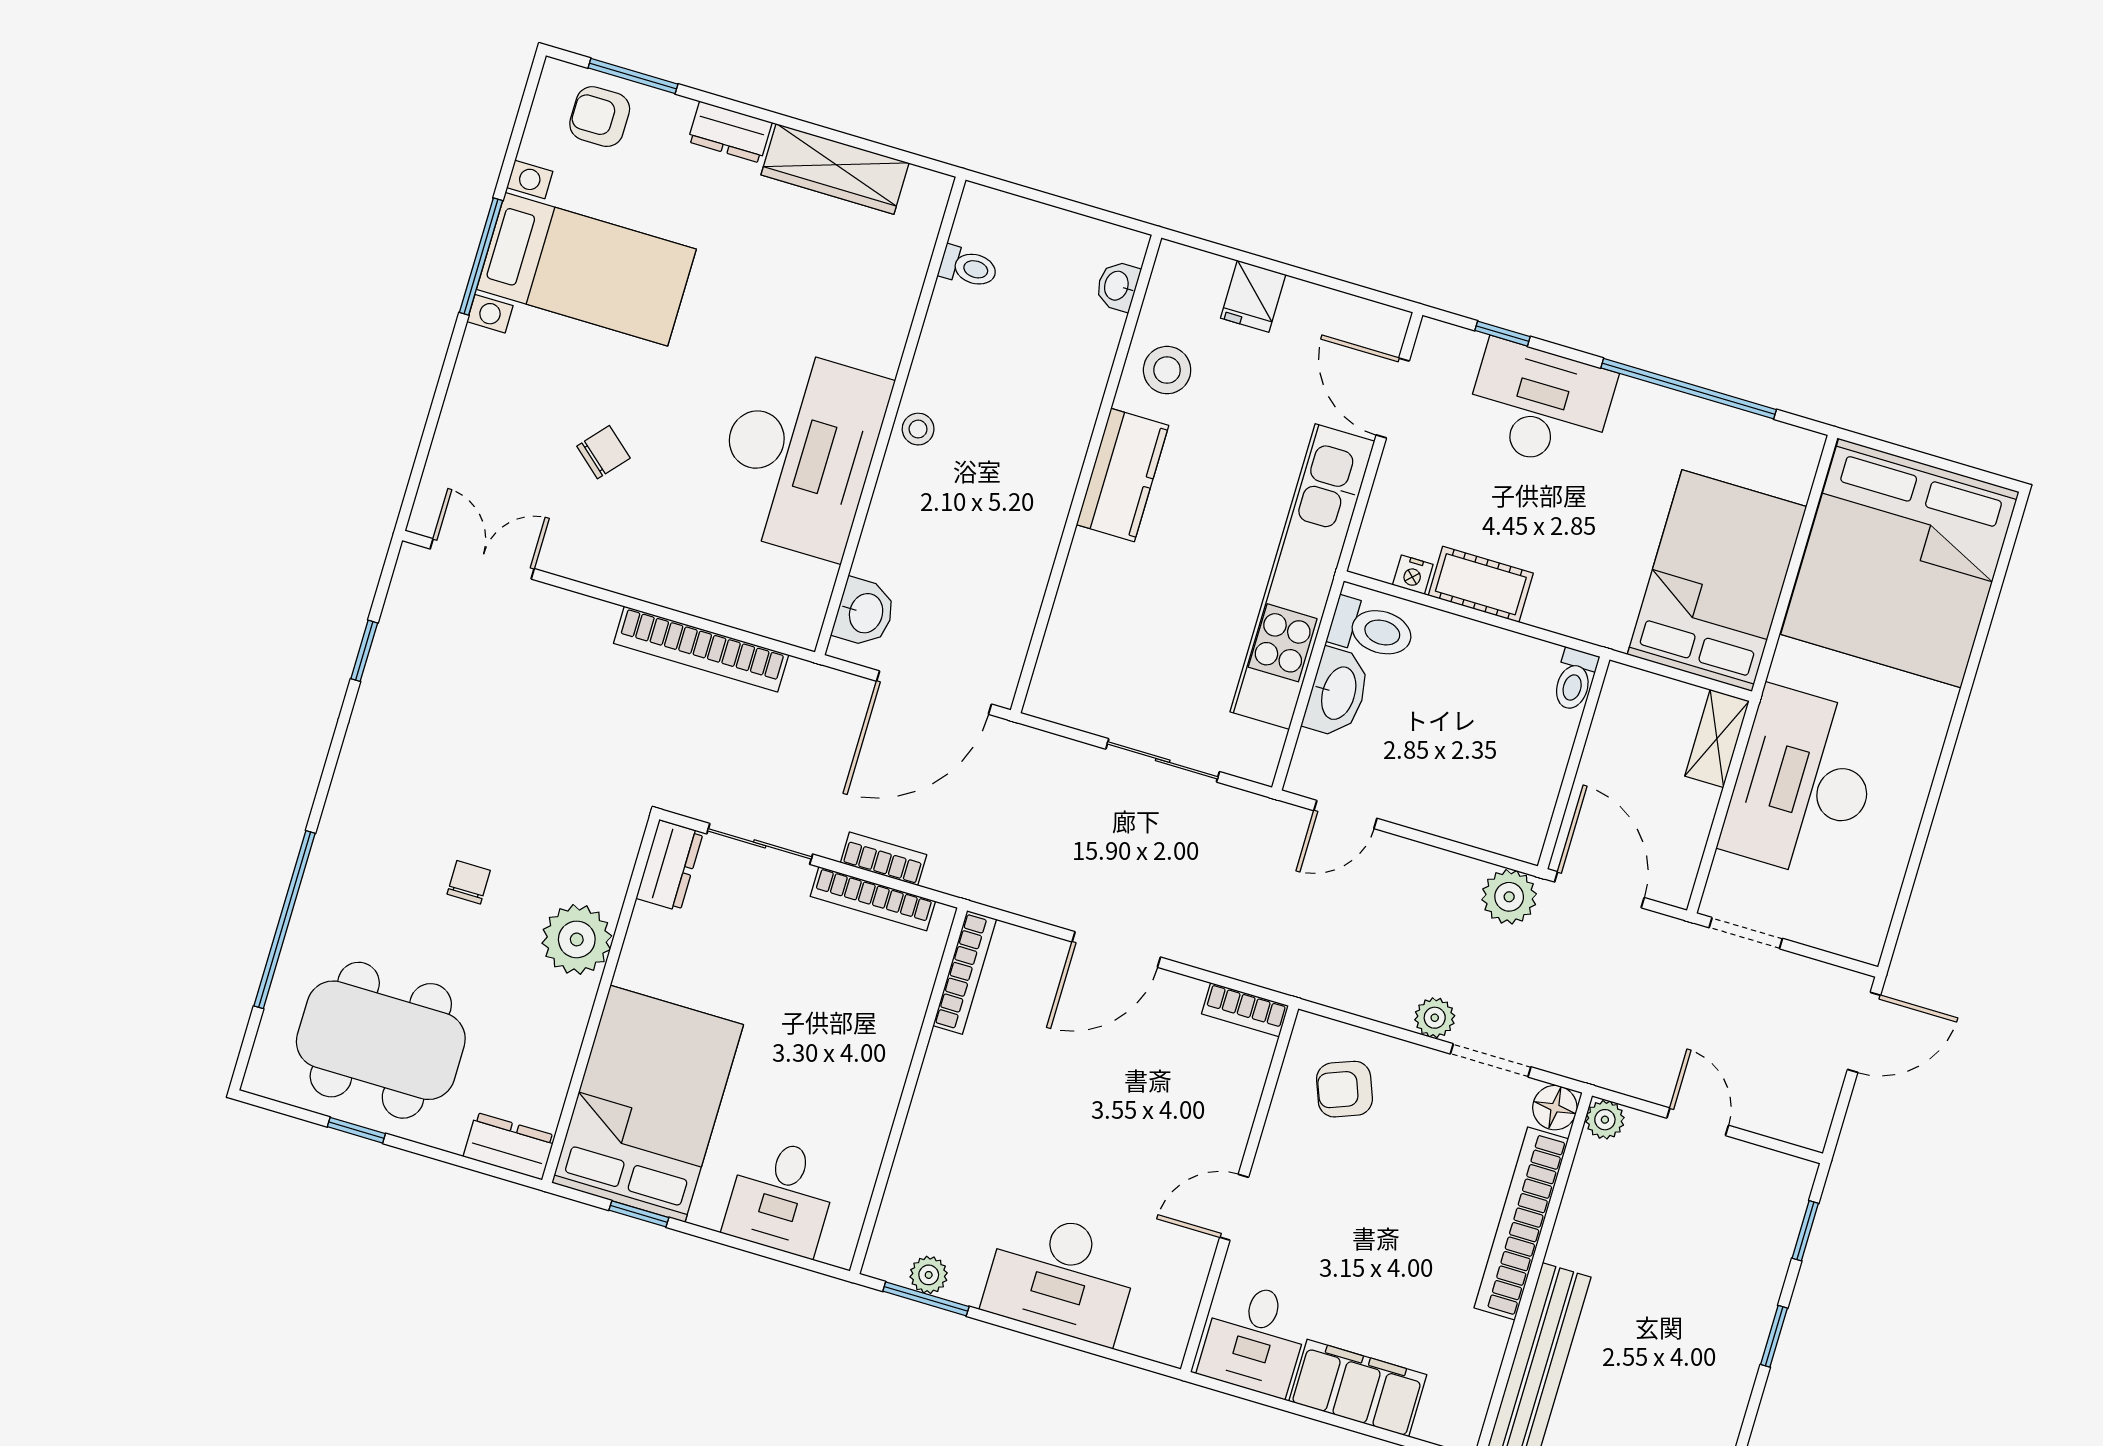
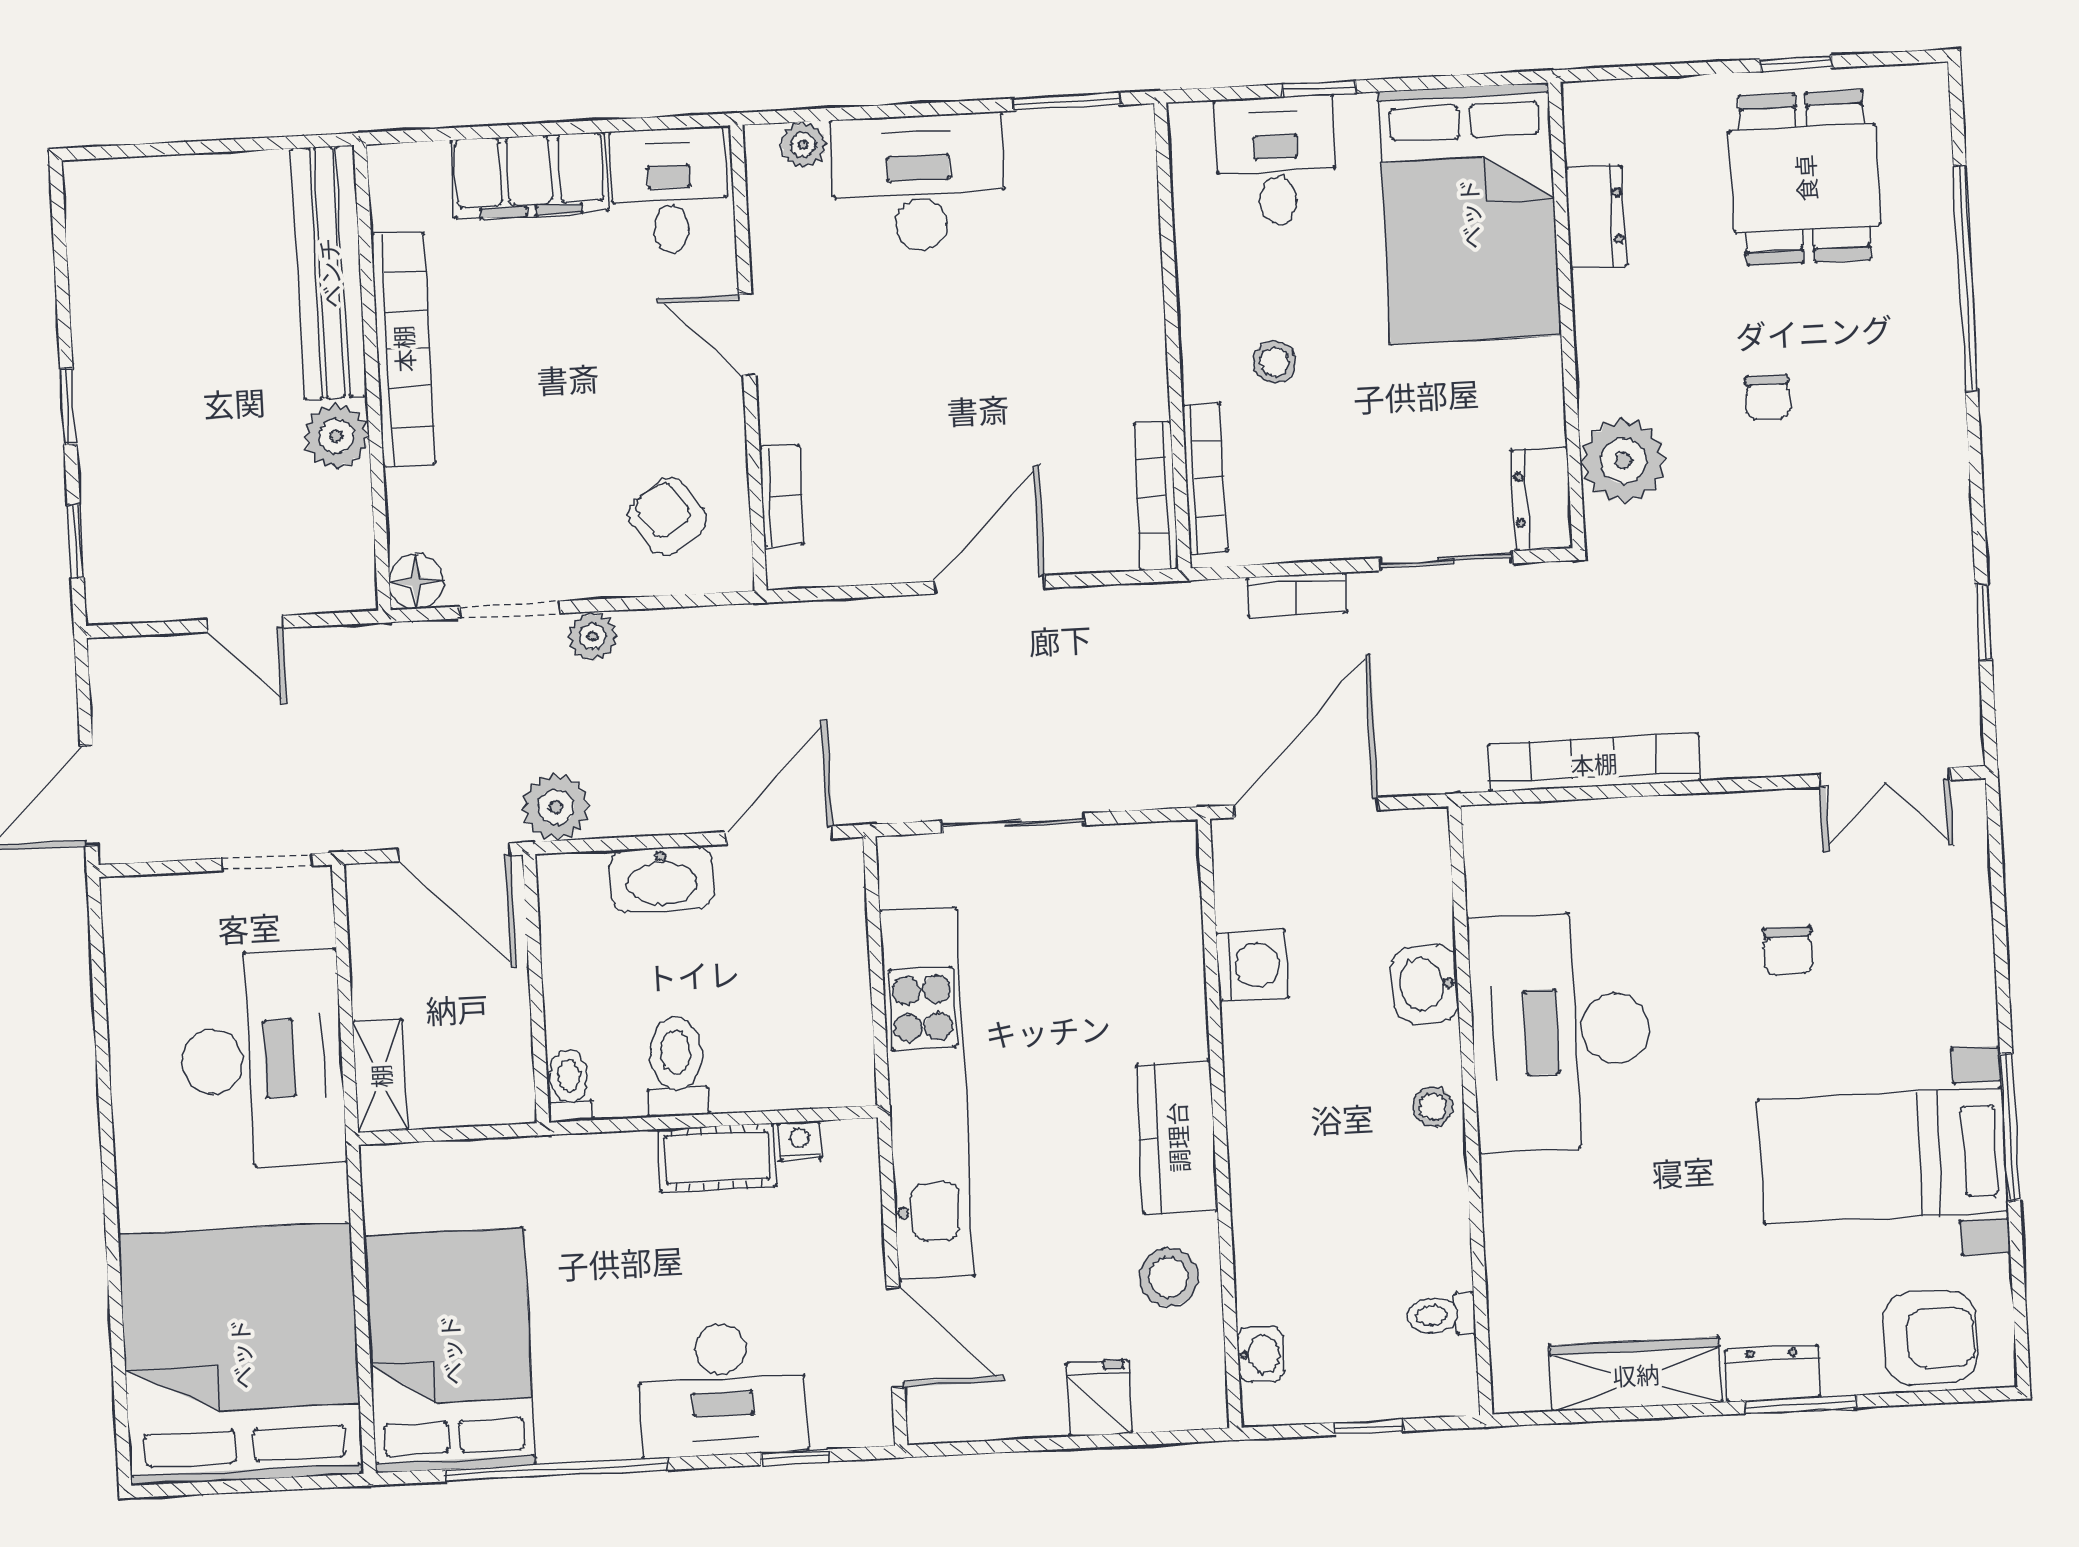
window: (633, 76) -> (1801, 1404), moved
armchair: (600, 117) -> (1930, 1338), width x1.38, depth x1.38
window: (1054, 201) -> (1368, 1427), added
chair: (603, 452) -> (1788, 951), turned -41
bed: (1717, 581) -> (450, 1350), moved, turned 180
washing machine: (1018, 587) -> (1252, 965), added
washbasin: (865, 613) -> (1425, 984), moved
toilet: (1371, 629) -> (677, 1066), moved, turned 90
washbasin: (1337, 693) -> (662, 879), moved, turned -90
door: (1345, 815) -> (779, 835), width x1.38
bookcase: (873, 899) -> (1205, 478), moved, turned 90
plant: (577, 939) -> (1623, 461), moved
bookcase: (1245, 1010) -> (782, 496), moved, turned 90
dining table: (381, 1040) -> (1805, 178), width x0.73
stool: (837, 1043) -> (1274, 362), added
armchair: (1344, 1089) -> (668, 517), turned -104
plant: (1605, 1120) -> (336, 436), moved, width x1.38, depth x1.38
dresser: (509, 1146) -> (1596, 217), moved, turned -90
door: (1234, 1207) -> (747, 334), swing flipped
window: (639, 1214) -> (1319, 89), moved
bookcase: (1521, 1223) -> (403, 349), moved
plant: (929, 1275) -> (803, 145), moved

